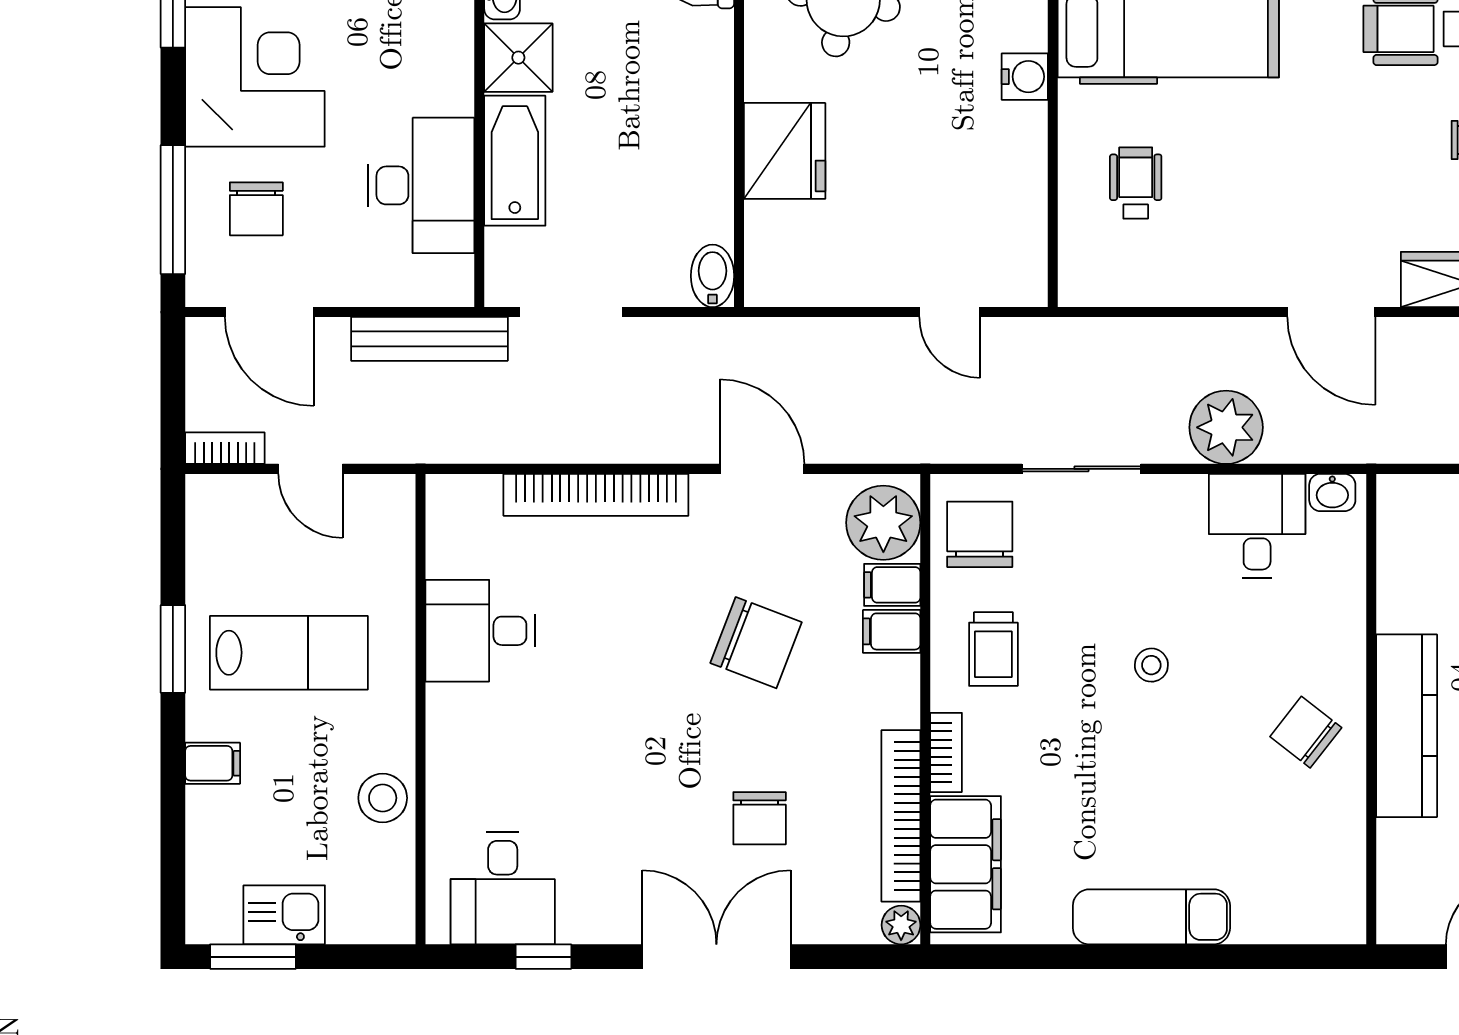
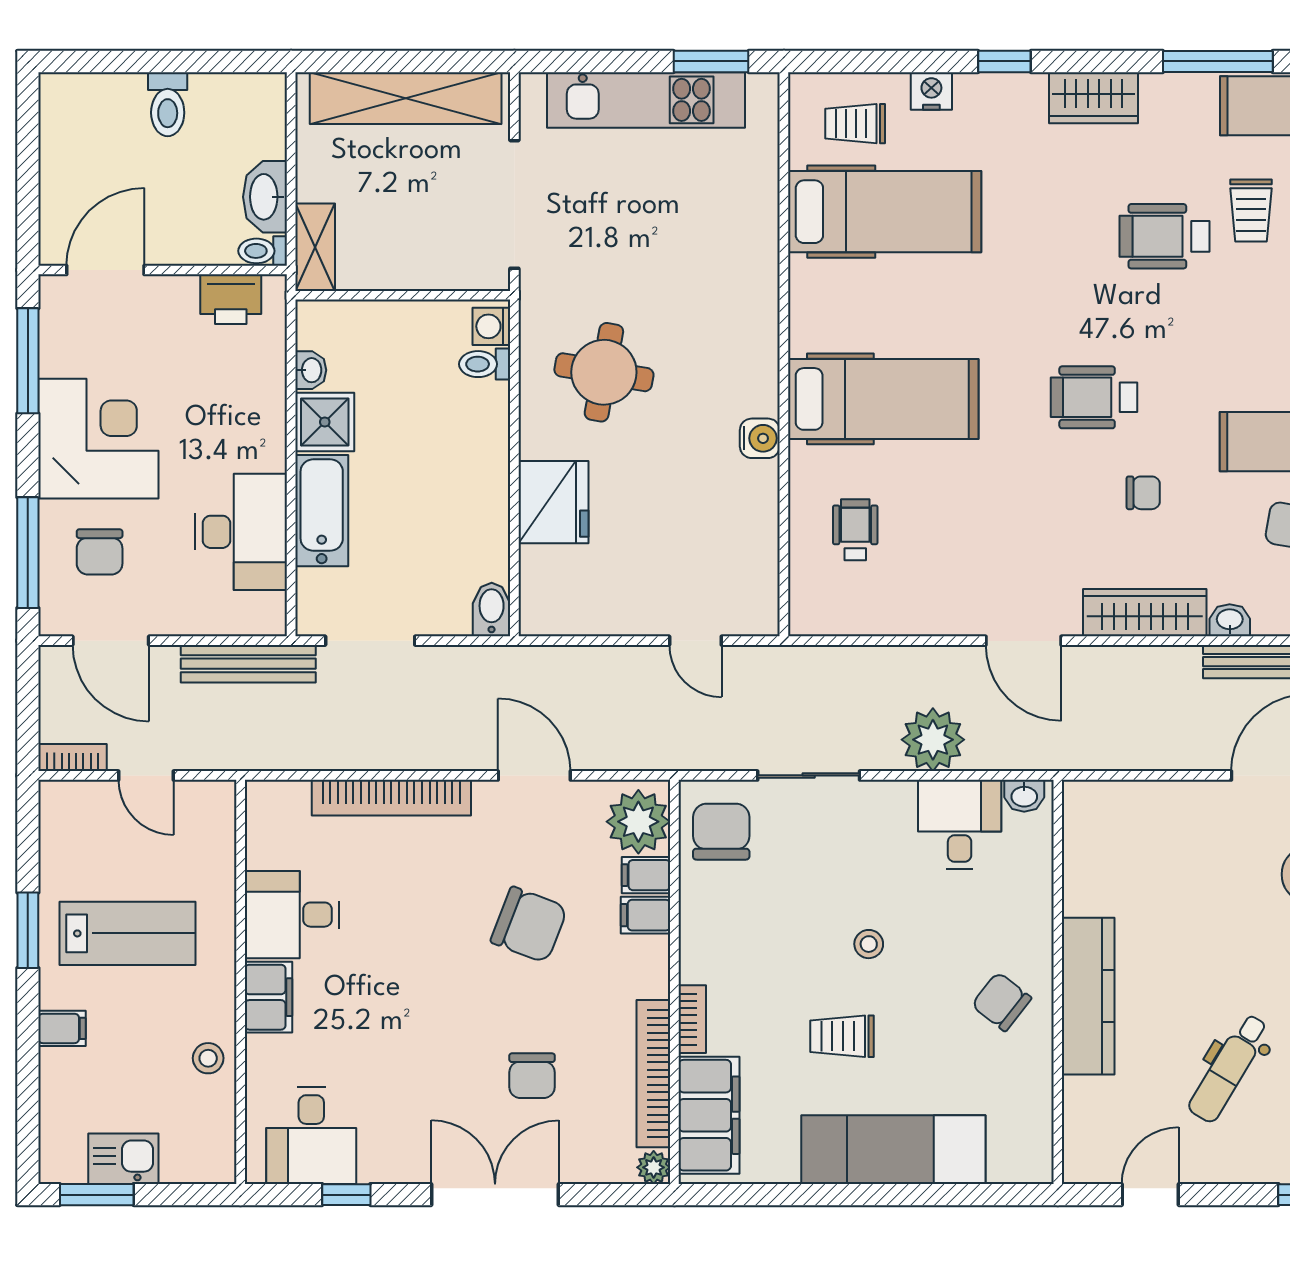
trolley: (993, 649) -> (842, 1036), moved, turned 90
filing cabinet: (453, 727) -> (268, 997), added
stool: (383, 798) -> (208, 1058), width x0.73, depth x0.73
exam couch: (1151, 917) -> (893, 1150), width x1.36, depth x1.45

